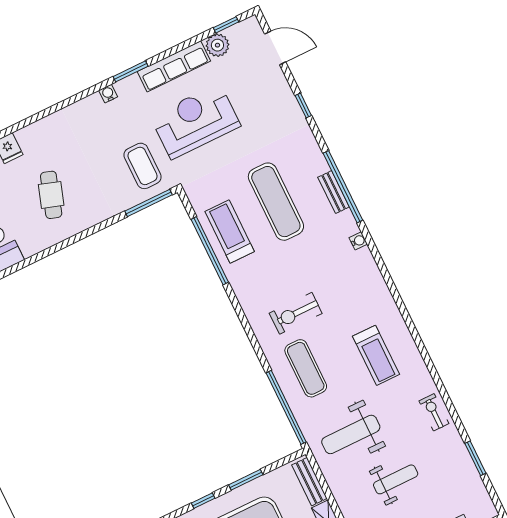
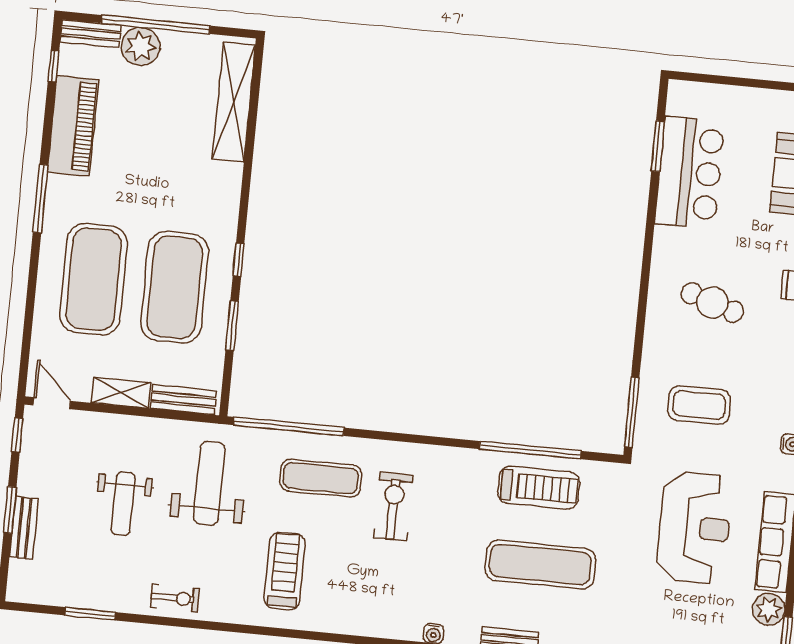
coffee table: (143, 166) -> (699, 405), moved
treadmill: (376, 355) -> (285, 571), turned 90

